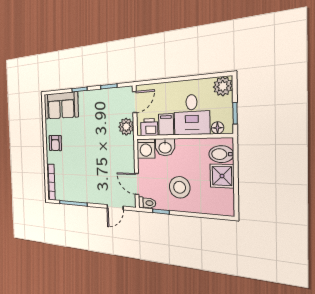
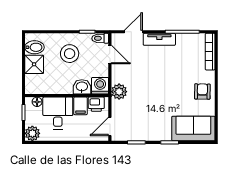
plant: (126, 127) -> (119, 92), moved
bidet: (221, 154) -> (34, 47), moved
tv unit: (92, 197) -> (159, 39), added

